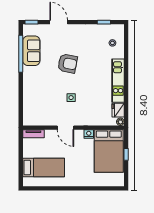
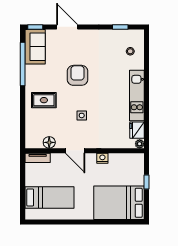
sofa: (31, 51) -> (35, 47), moved
armchair: (68, 63) -> (77, 75), turned -101
rug: (39, 85) -> (44, 100), added
floor lamp: (43, 121) -> (49, 142), added
bed: (109, 151) -> (119, 203), moved, turned 90

